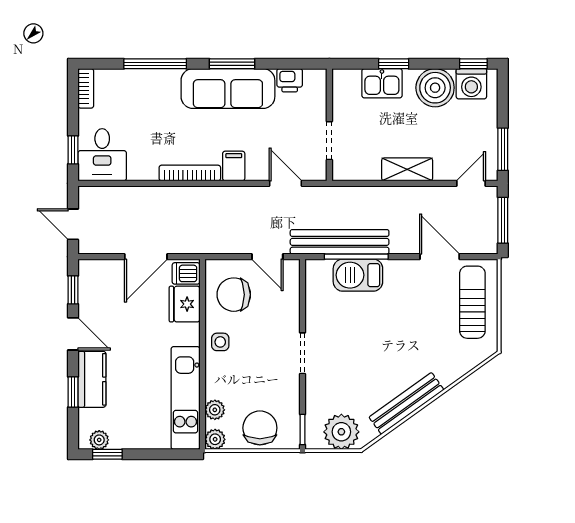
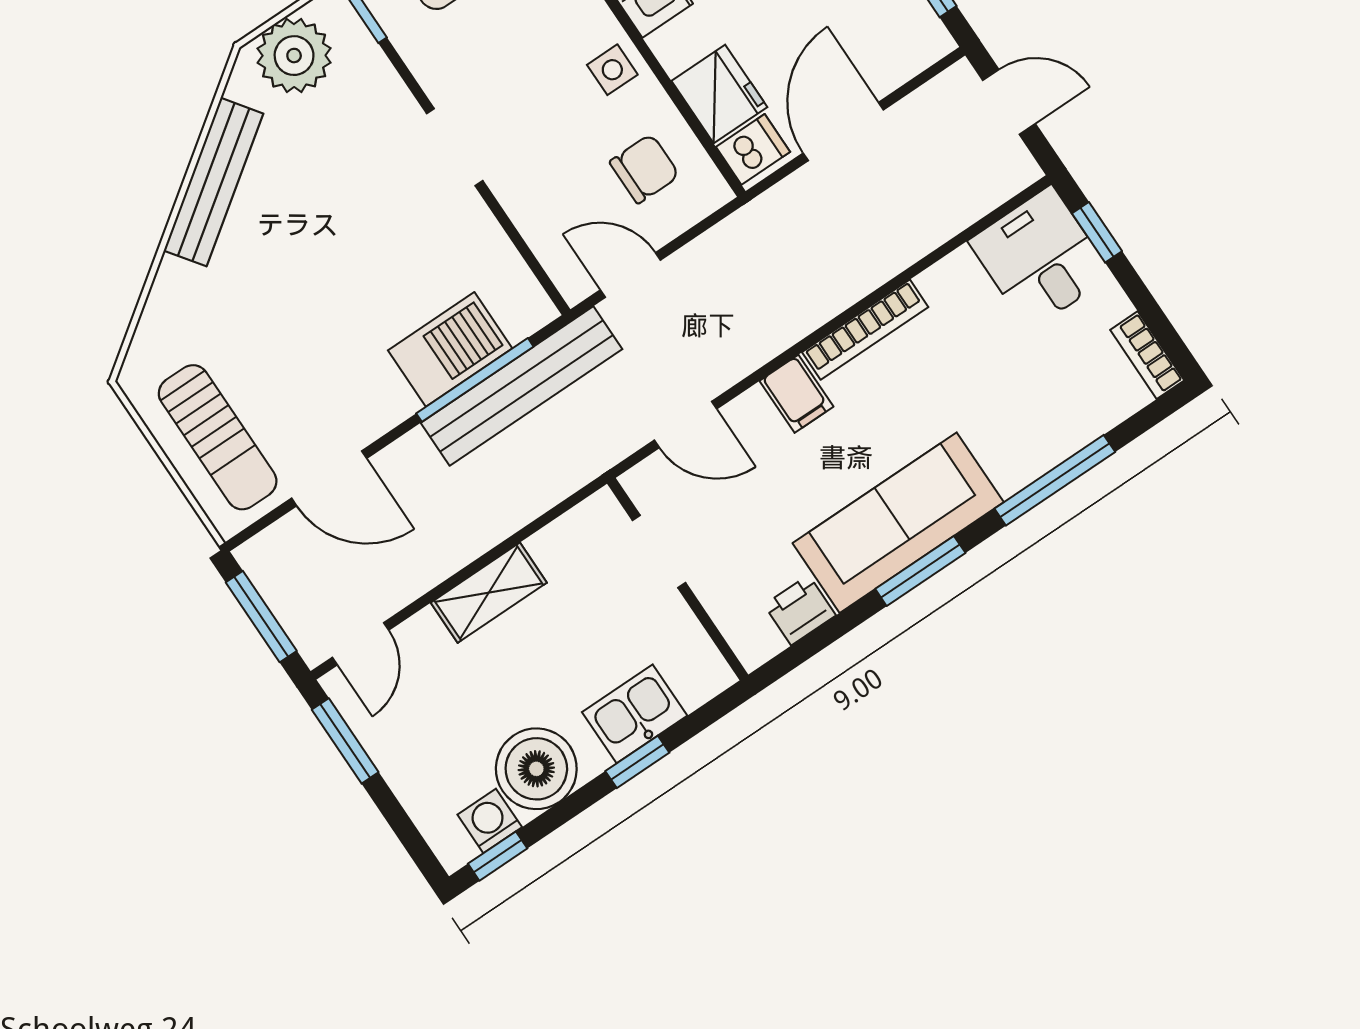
washing machine: (471, 84) -> (490, 821), width x0.73, depth x0.73
chair: (234, 295) -> (645, 169), width x0.73, depth x0.73

